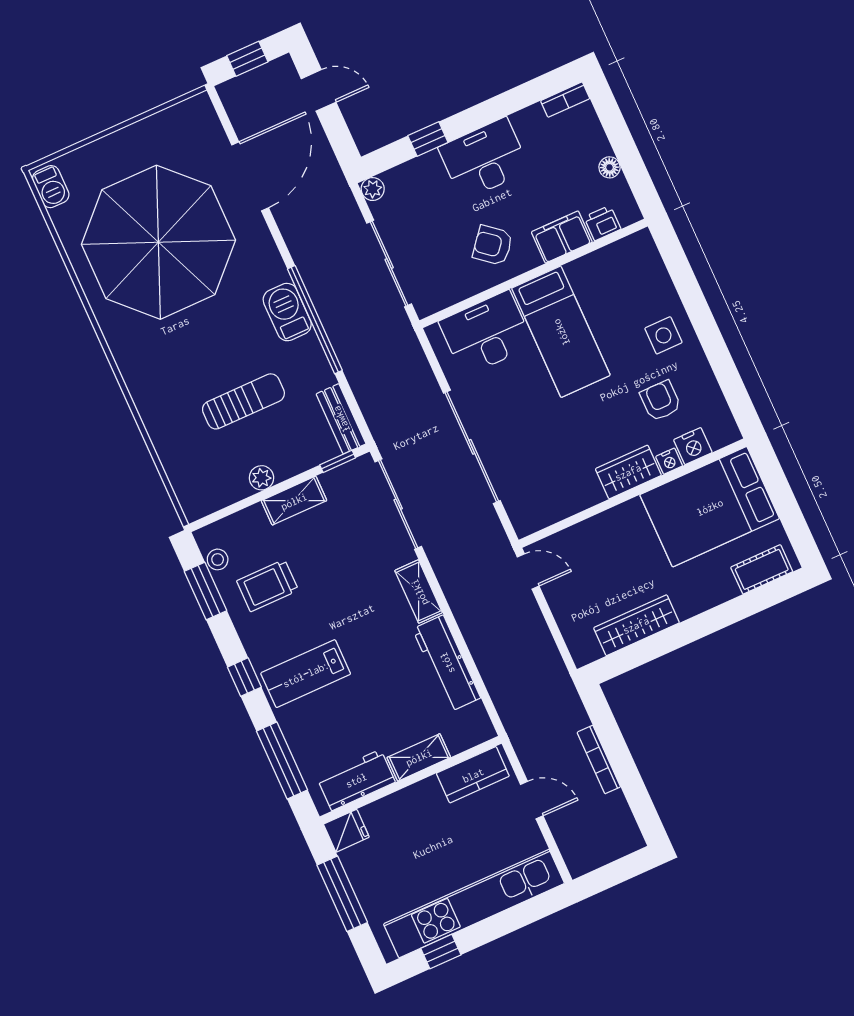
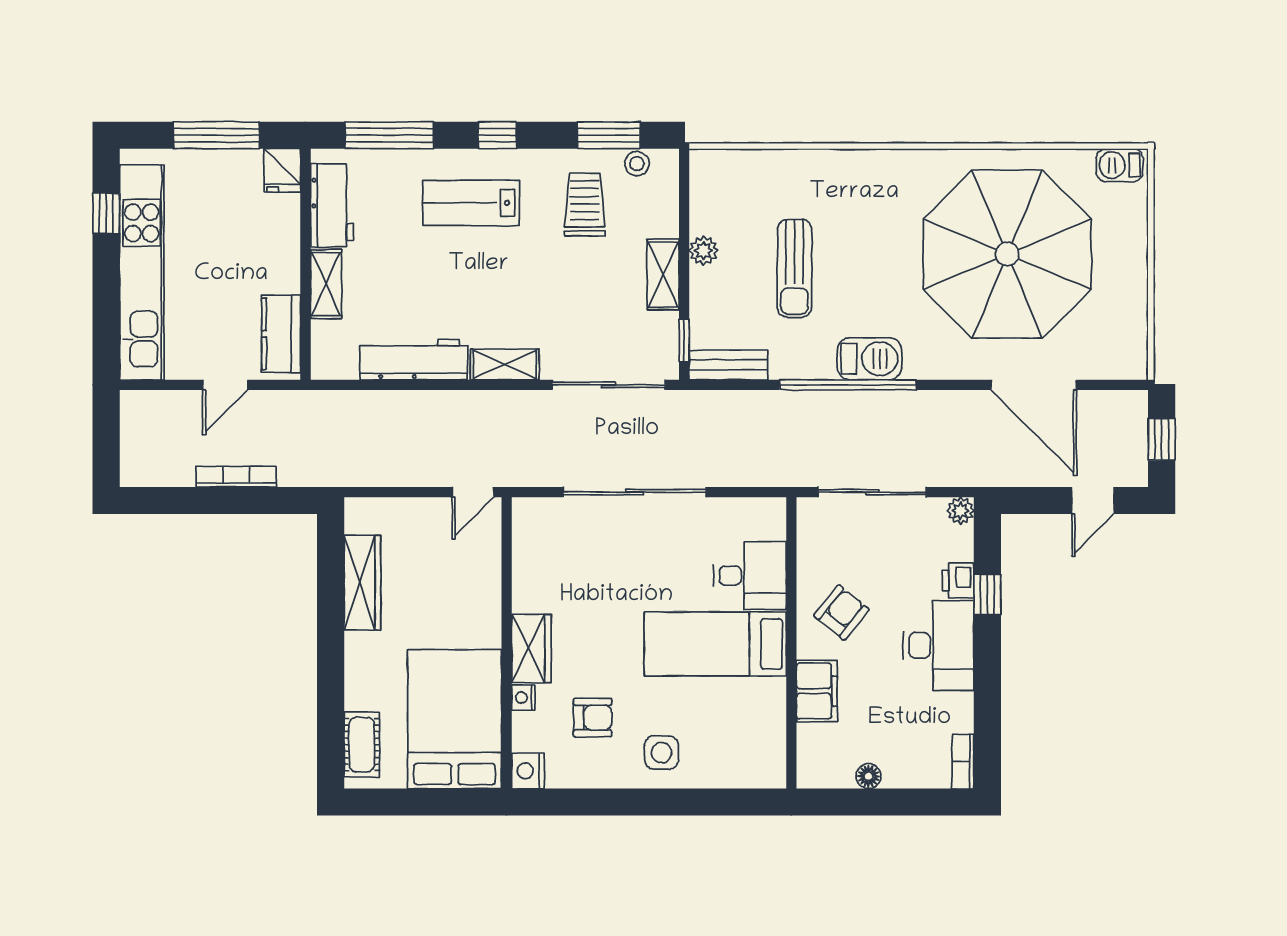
printer: (602, 223) -> (958, 580), moved, turned 180
desk: (486, 333) -> (750, 575), width x0.73
nightstand: (693, 446) -> (528, 771), moved
lab bench: (306, 674) -> (471, 203), turned -90

